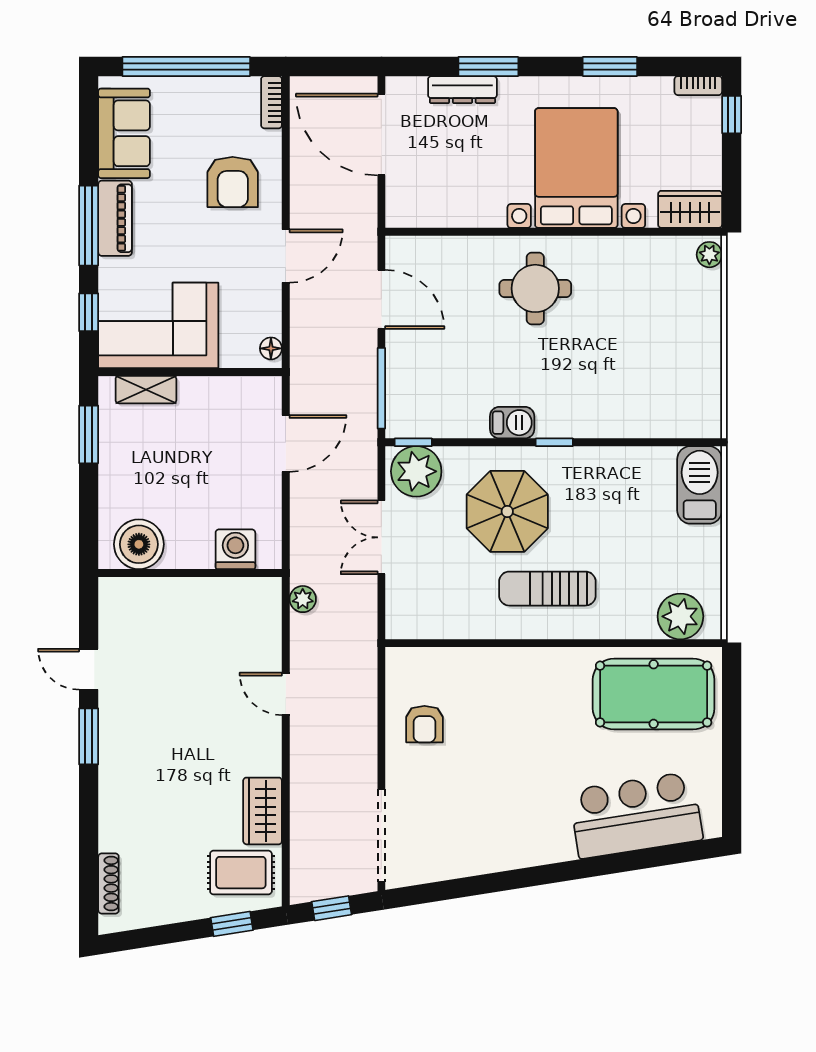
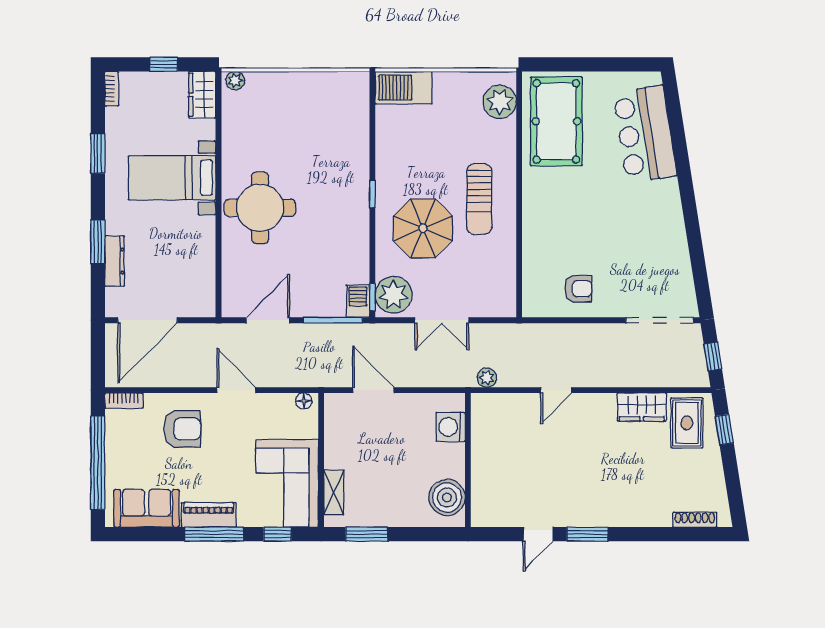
window: (732, 115) -> (164, 64), moved
bed with nightstands: (576, 168) -> (172, 178), width x0.73
round table: (535, 288) -> (260, 208), width x1.36, depth x1.36
barbecue: (512, 423) -> (358, 301), moved

